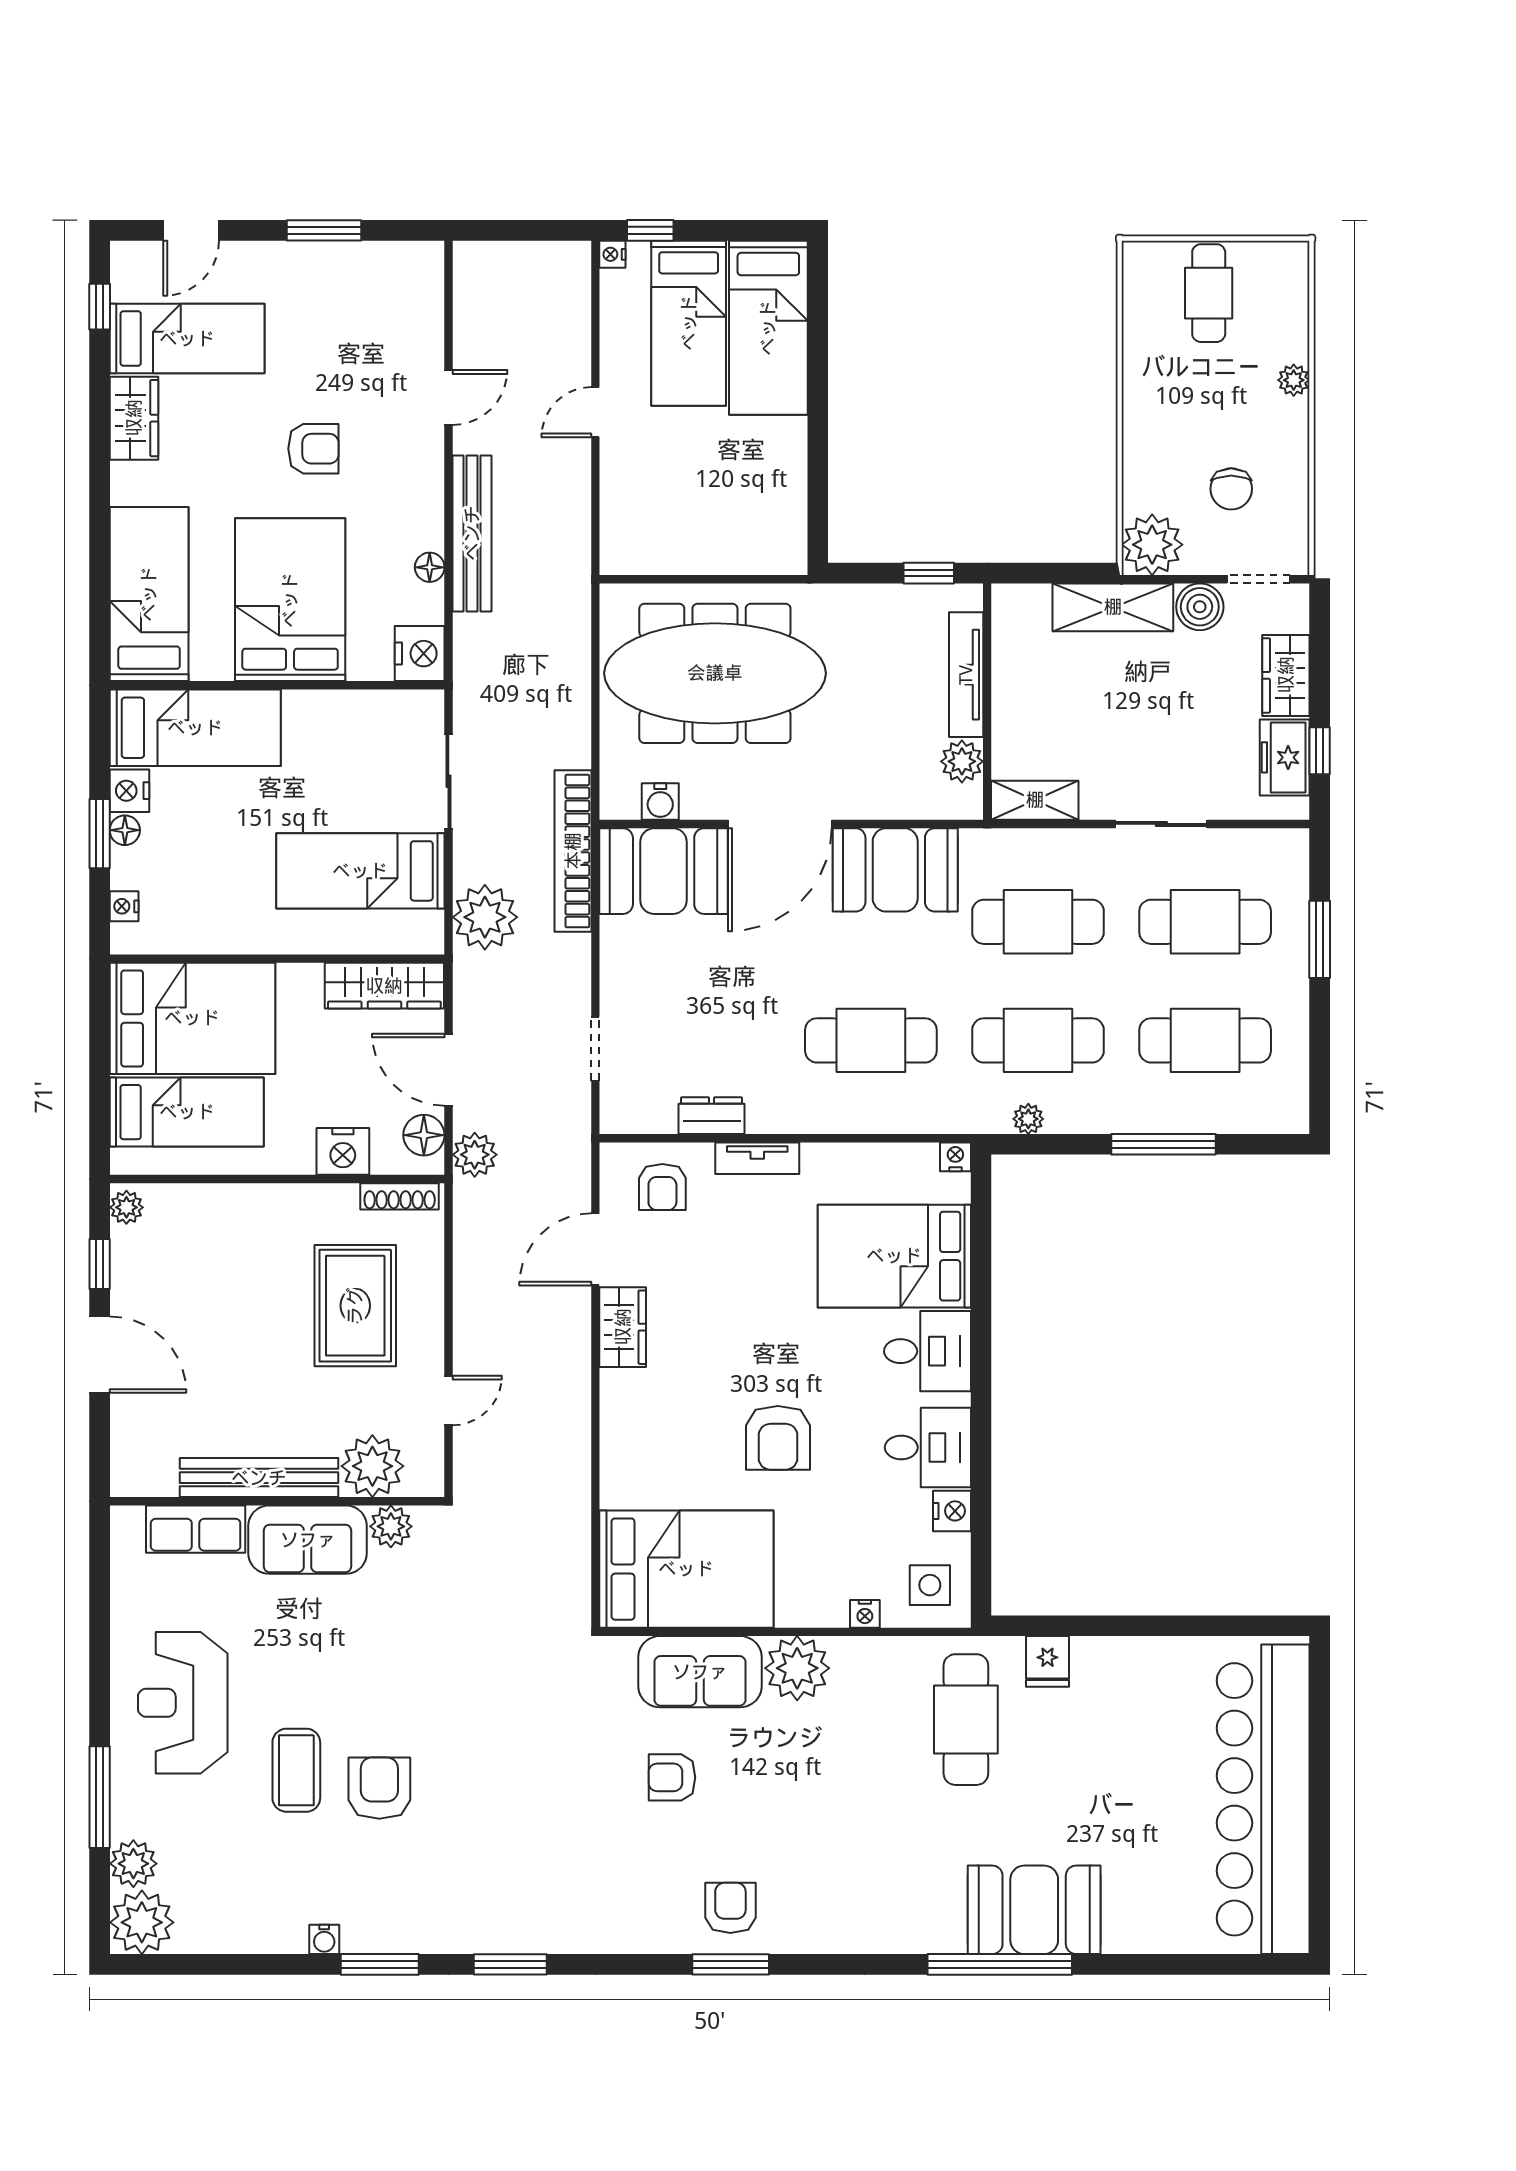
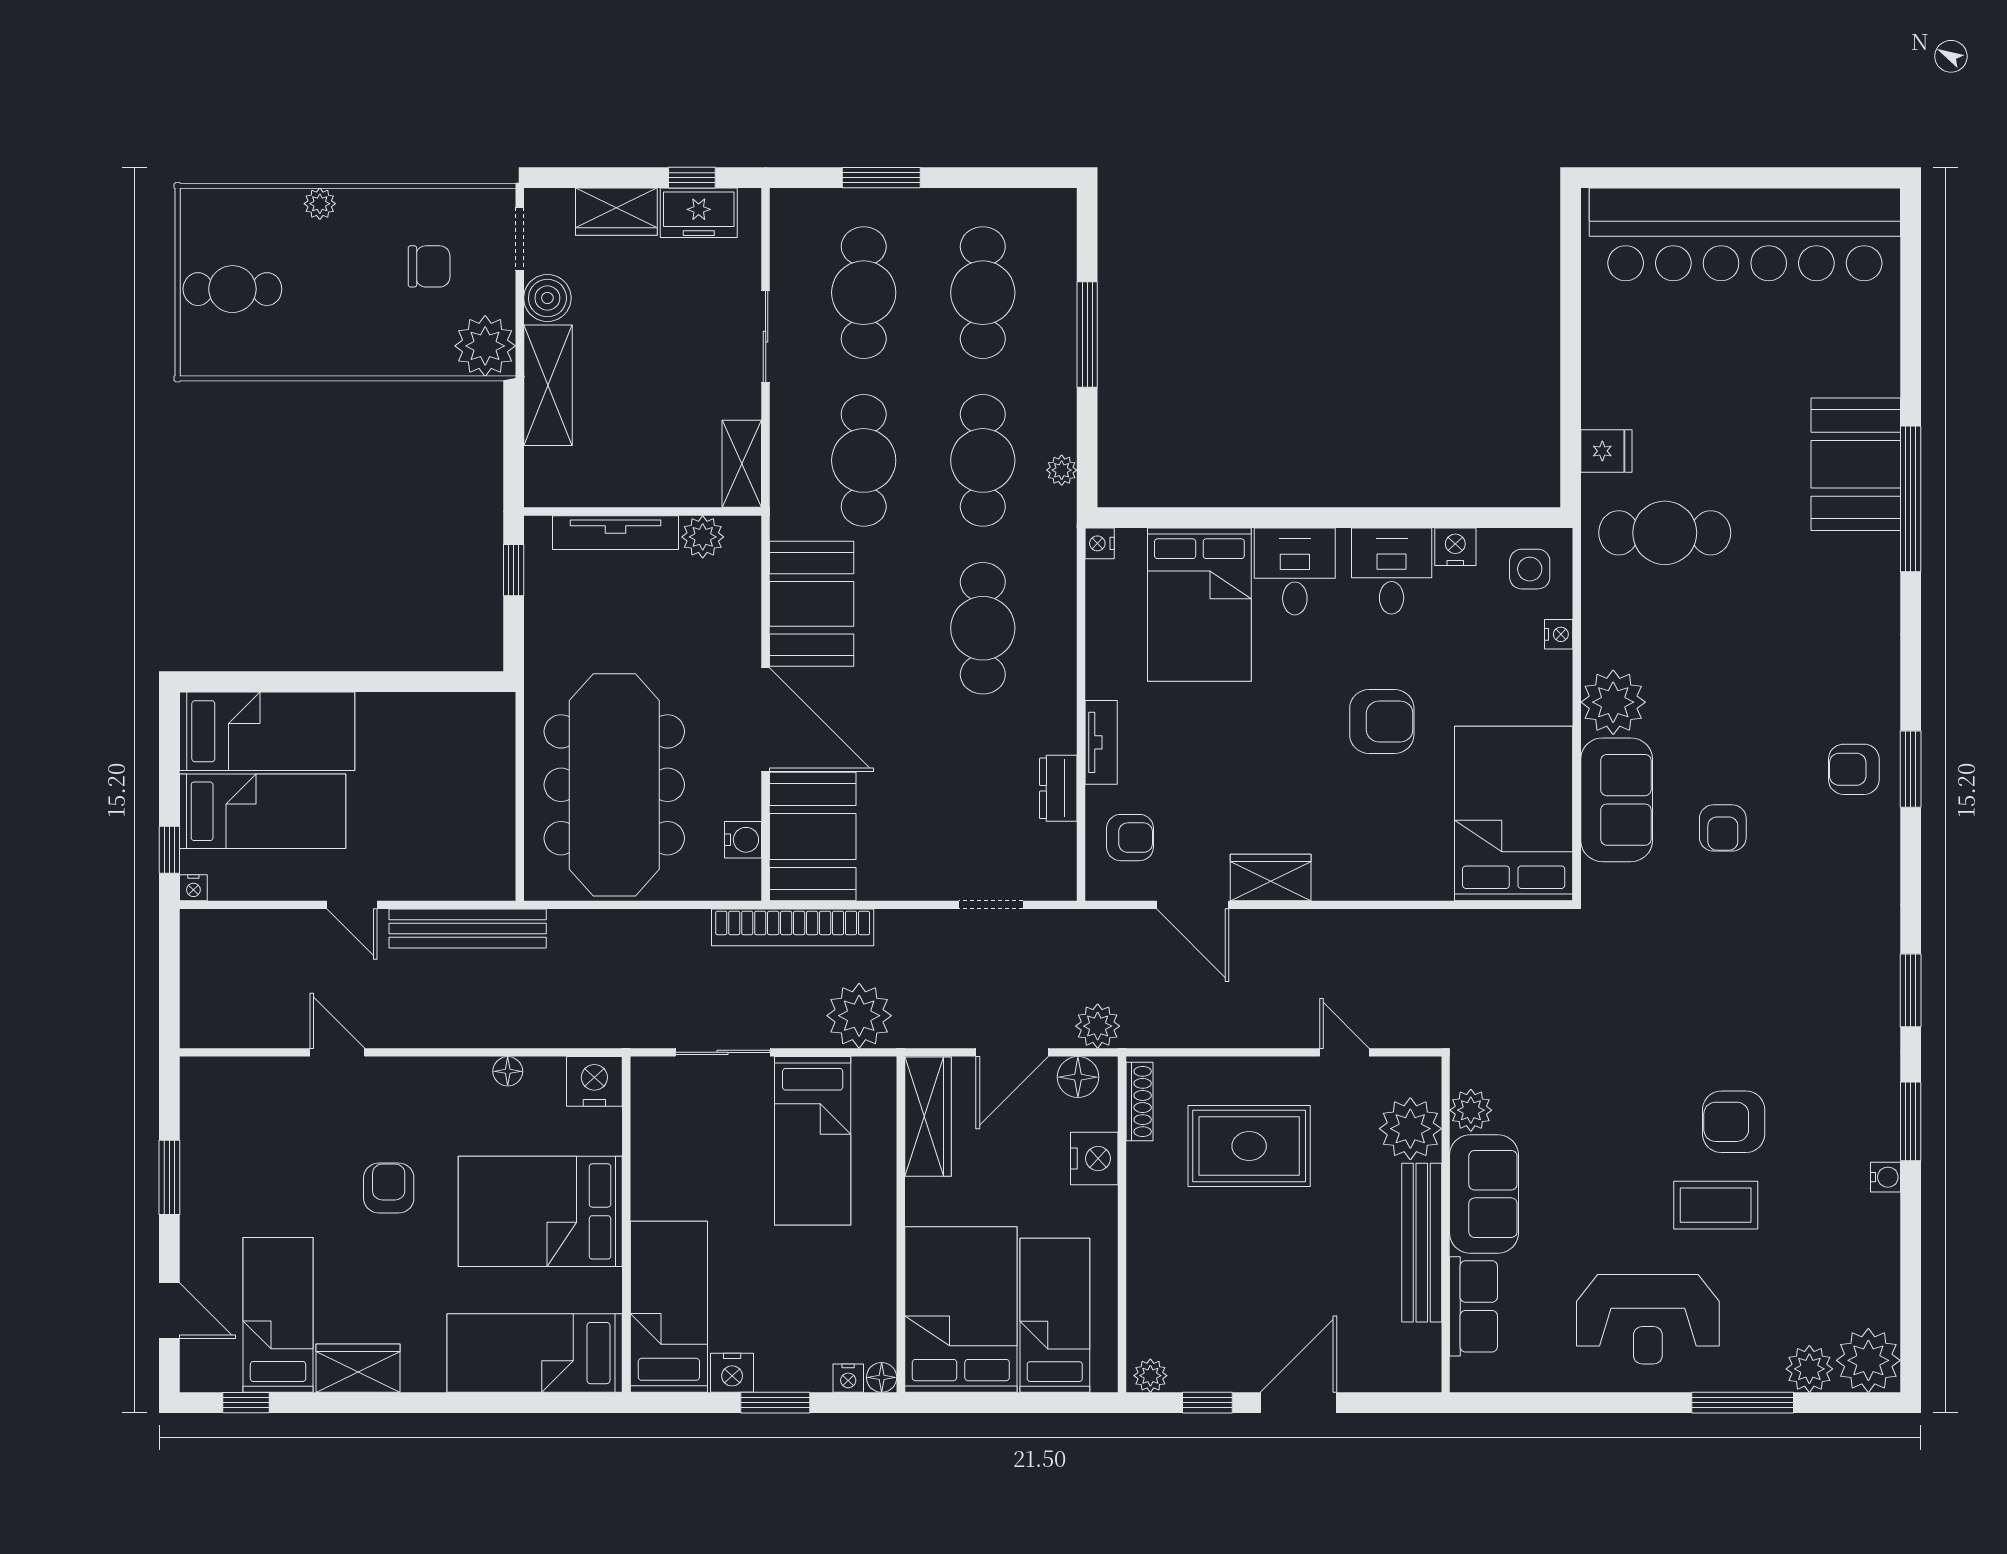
bench: (472, 533) -> (468, 929), moved
floor lamp: (125, 830) -> (882, 1377), moved

